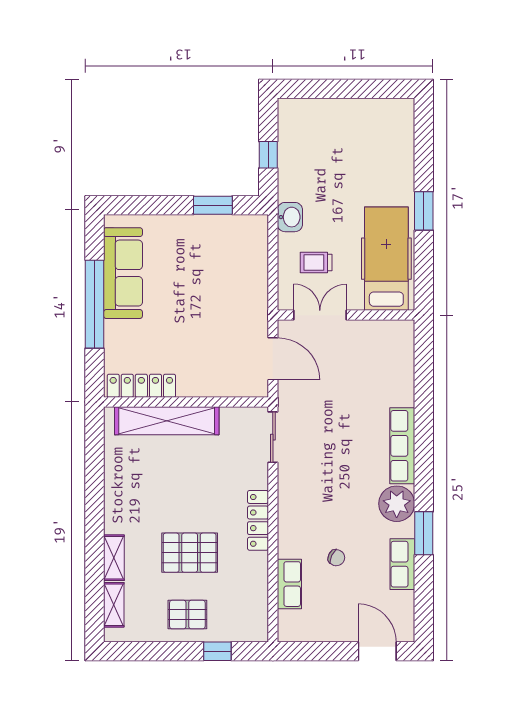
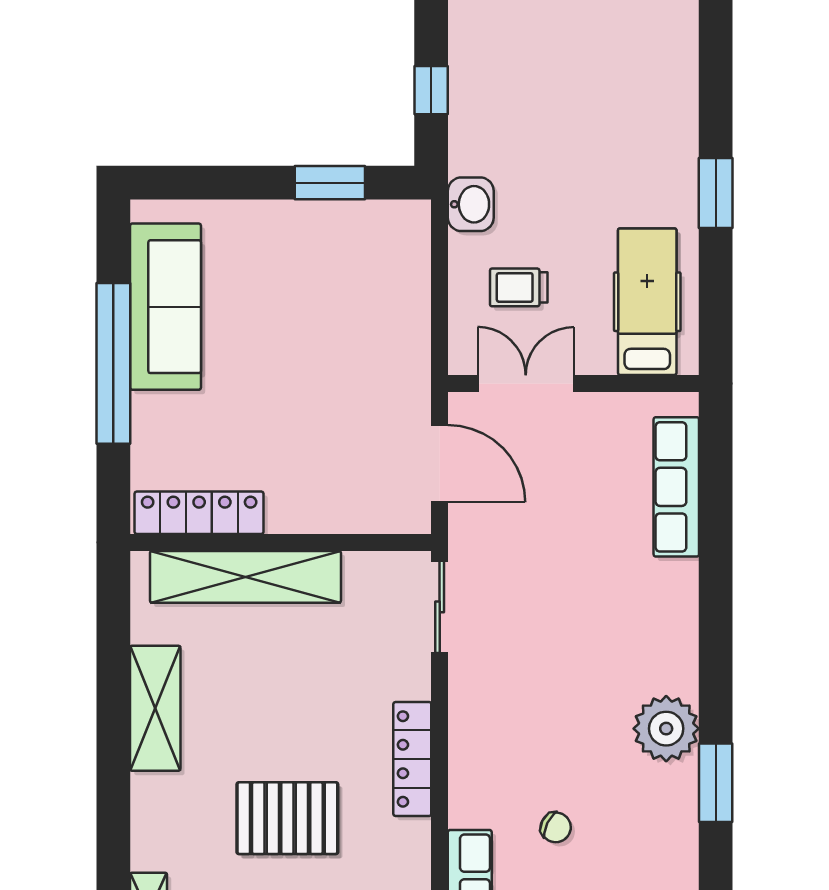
hospital bed: (386, 259) -> (647, 302), width x0.73, depth x0.78
row of seats: (402, 446) -> (676, 487), moved
shelving: (114, 558) -> (155, 708), moved, width x1.50, depth x1.33
row of seats: (402, 564) -> (677, 839), removed

